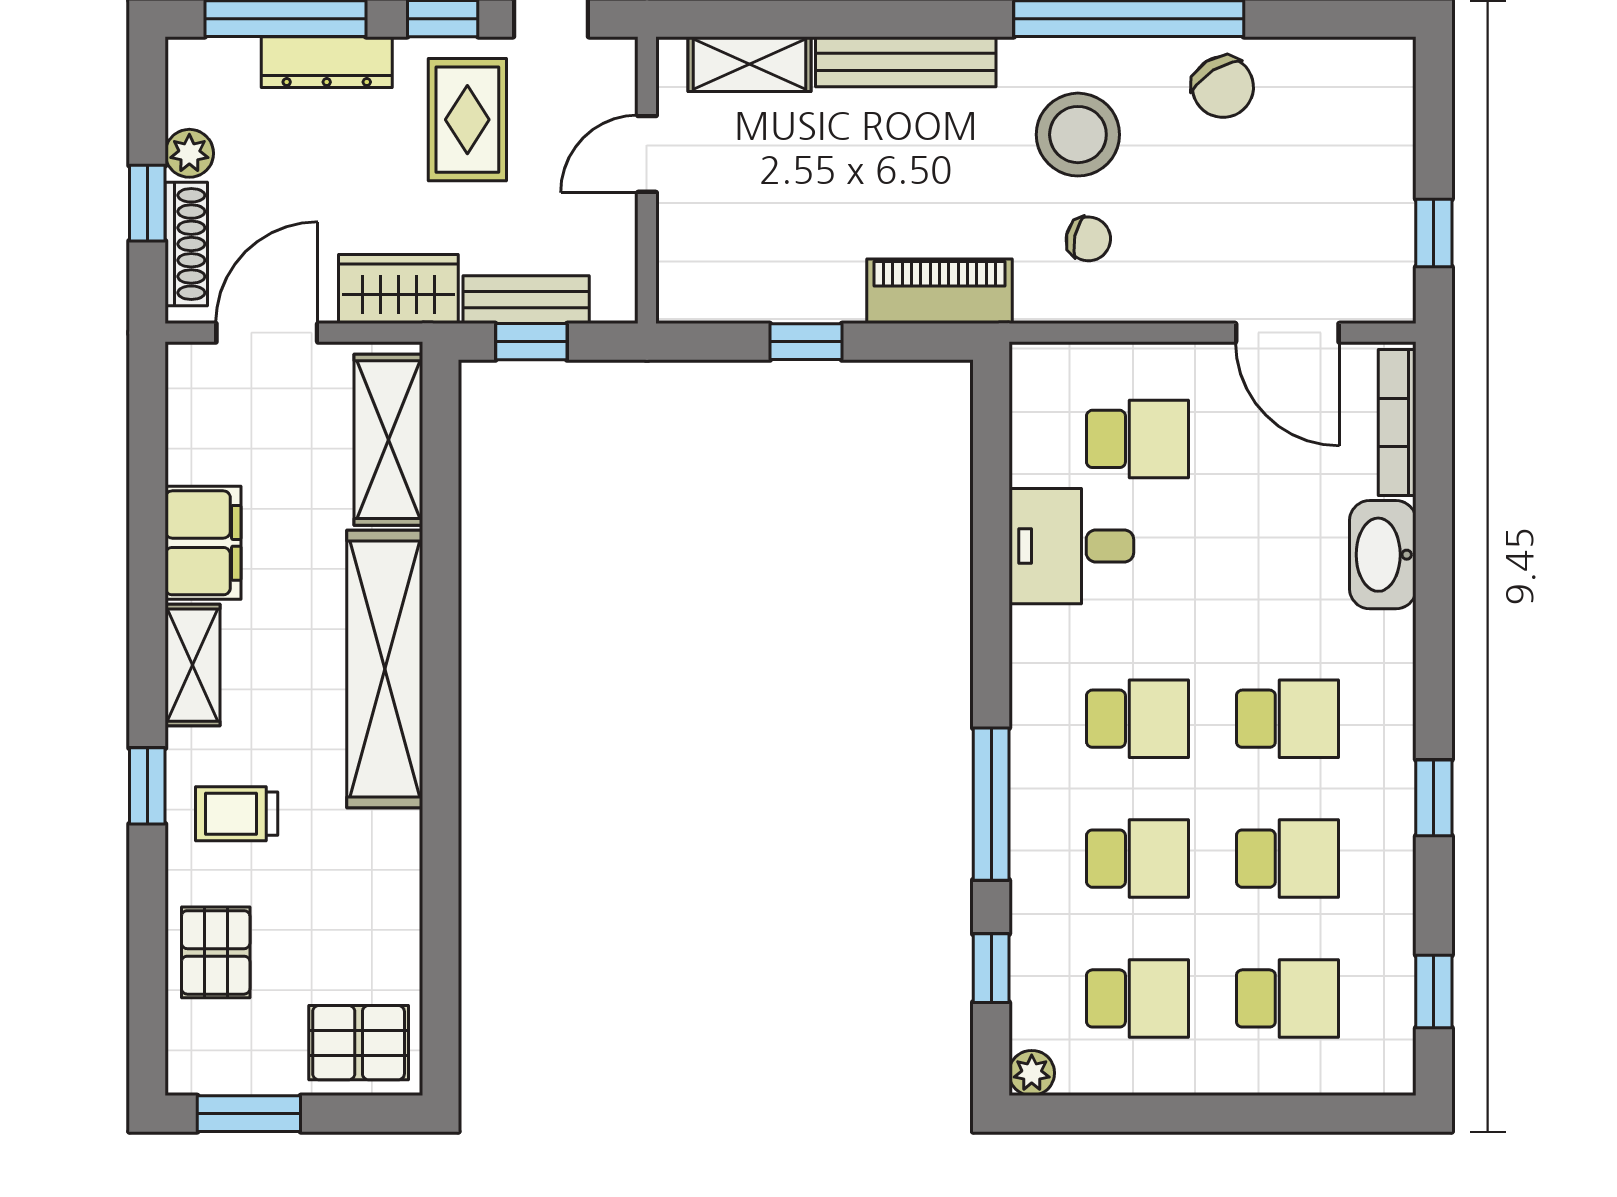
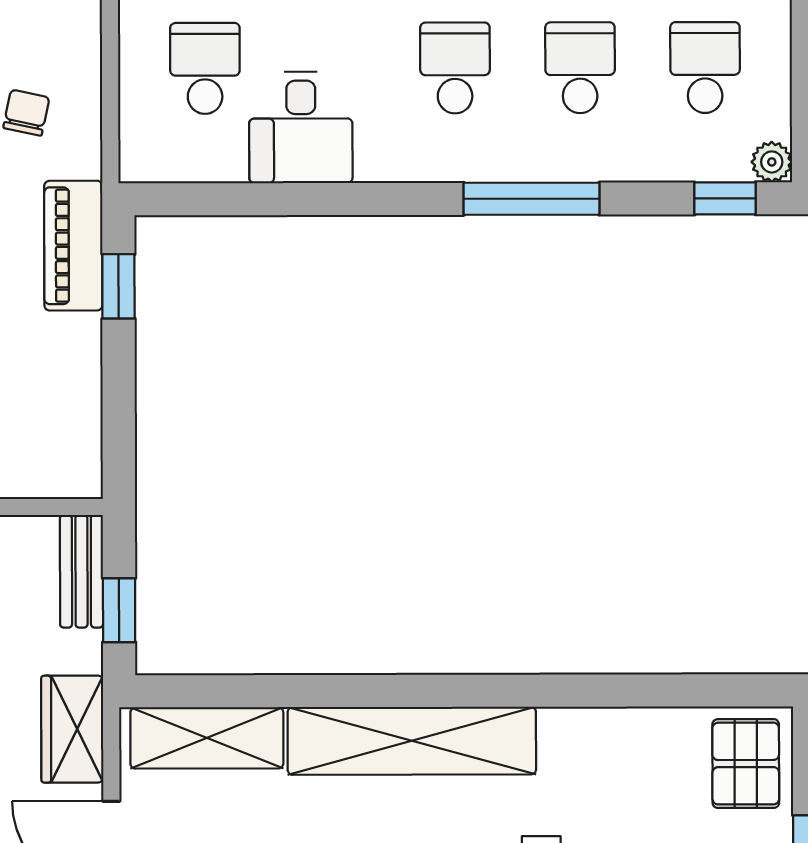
bench: (526, 300) -> (81, 571), moved
window: (806, 342) -> (118, 286), moved
window: (991, 968) -> (725, 198), moved

